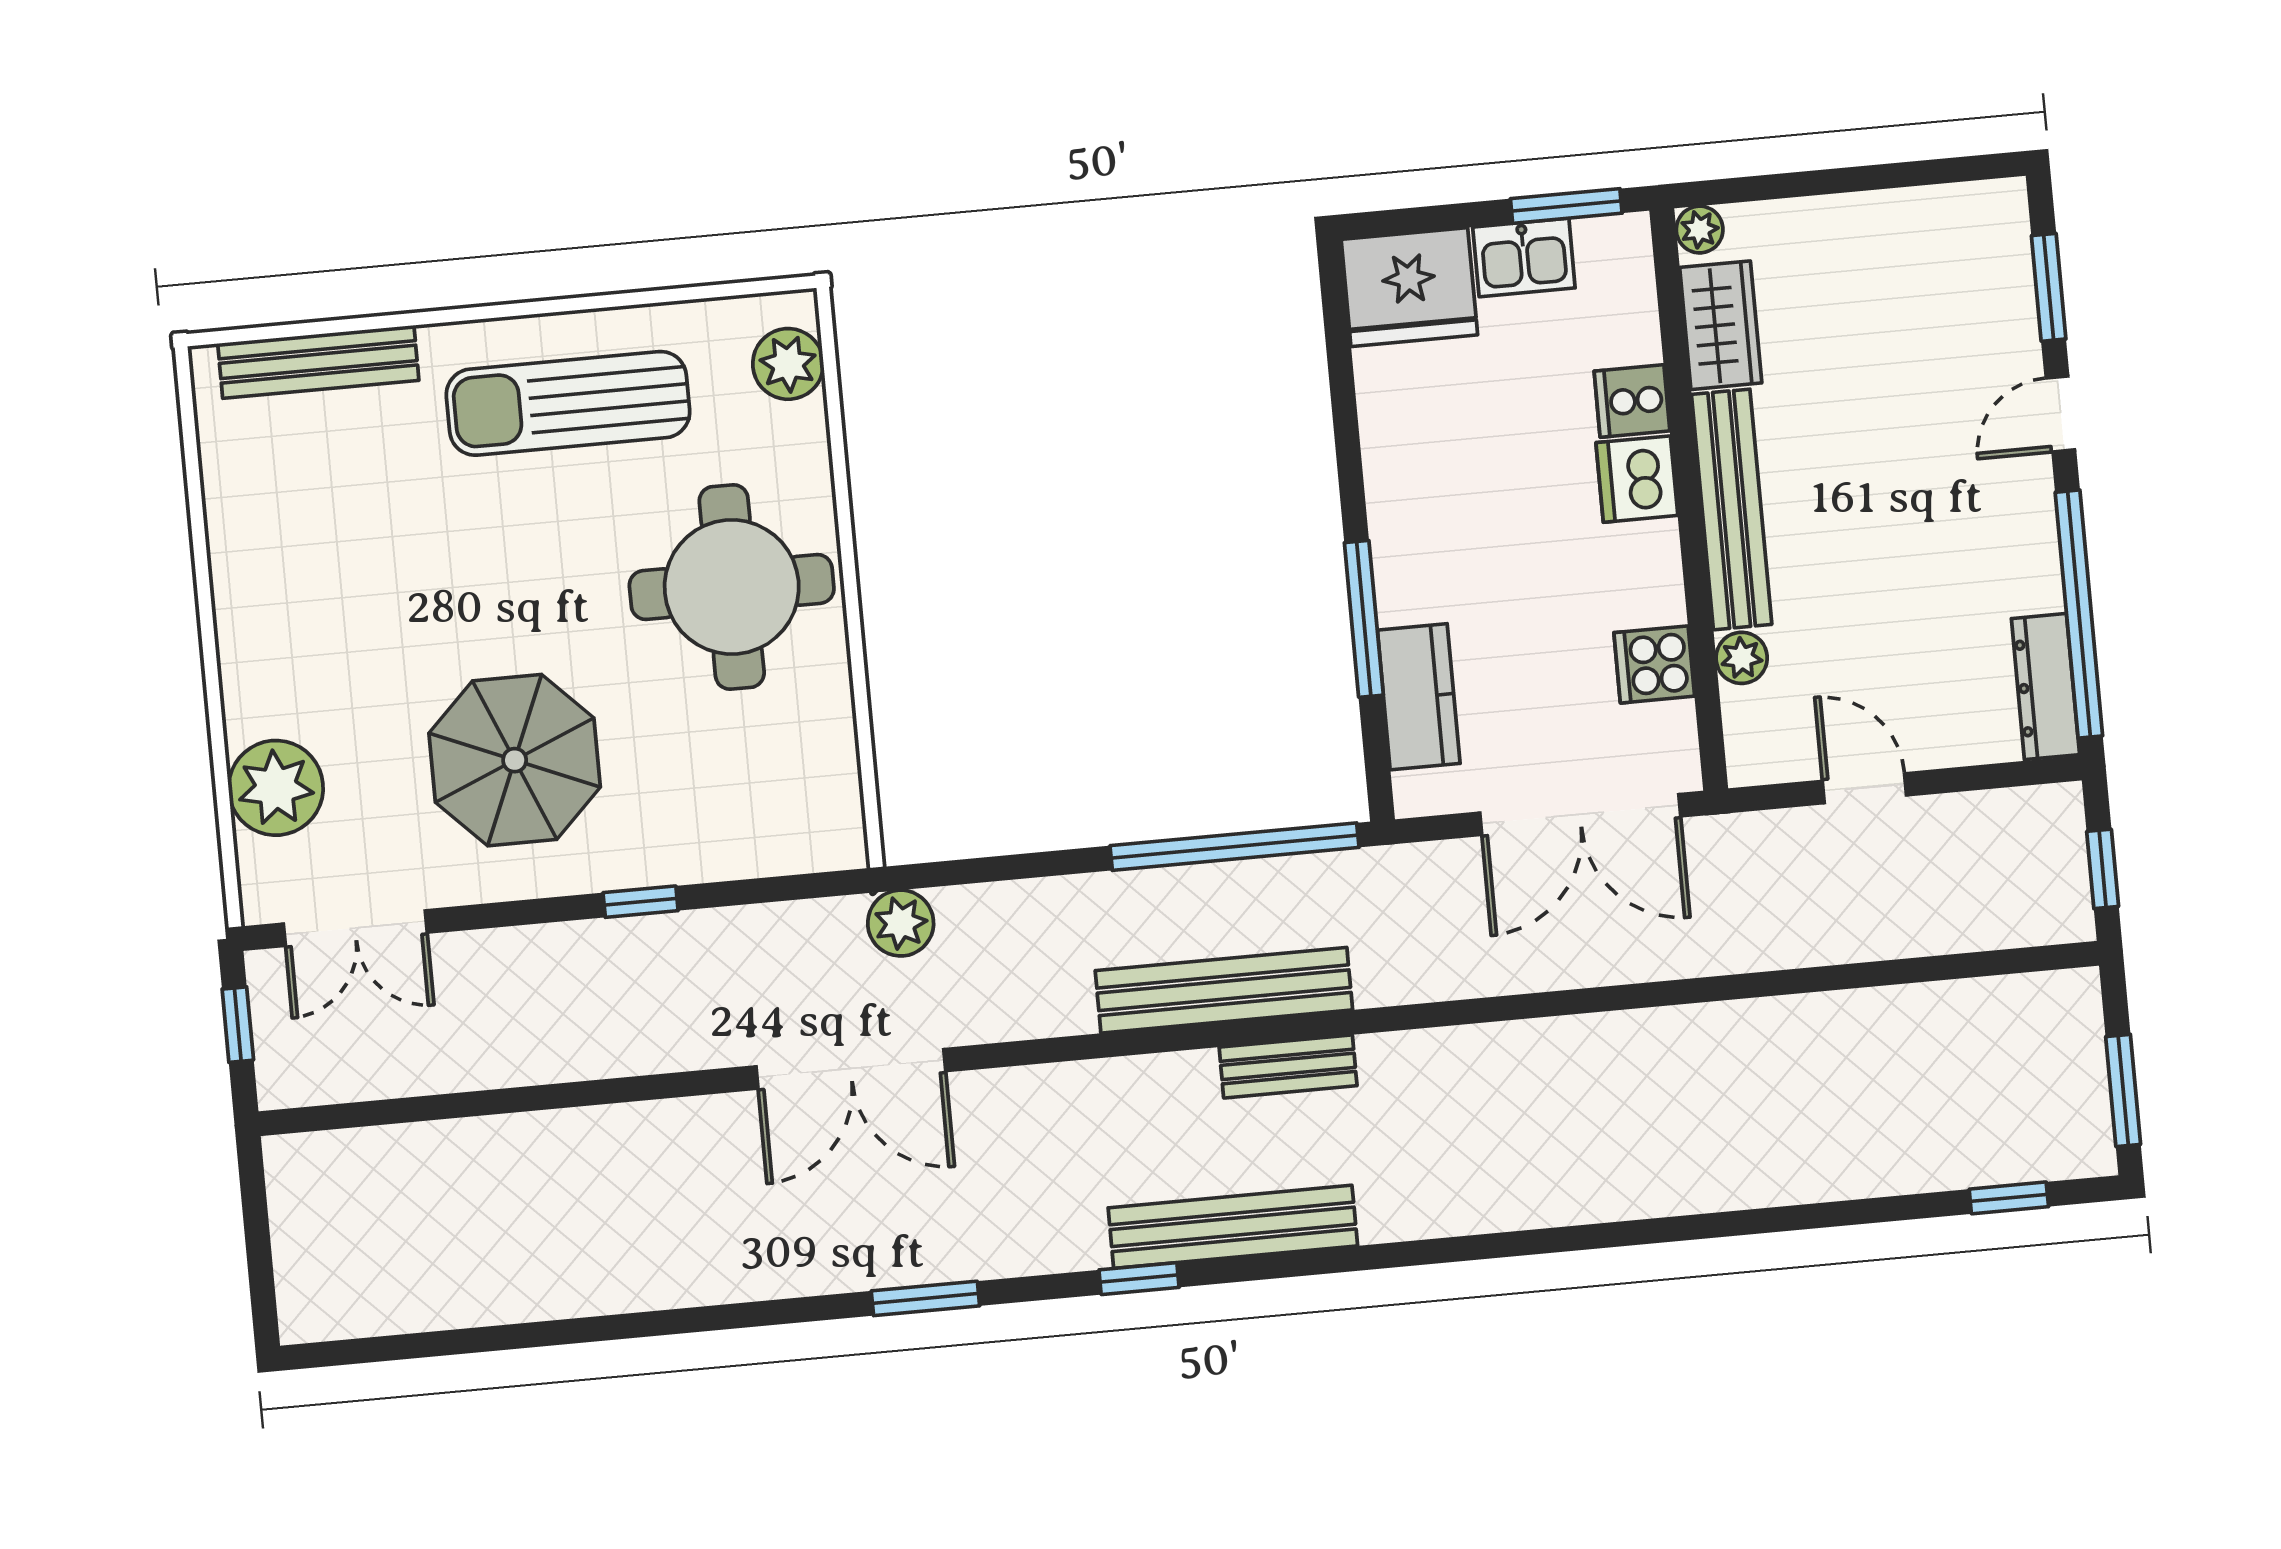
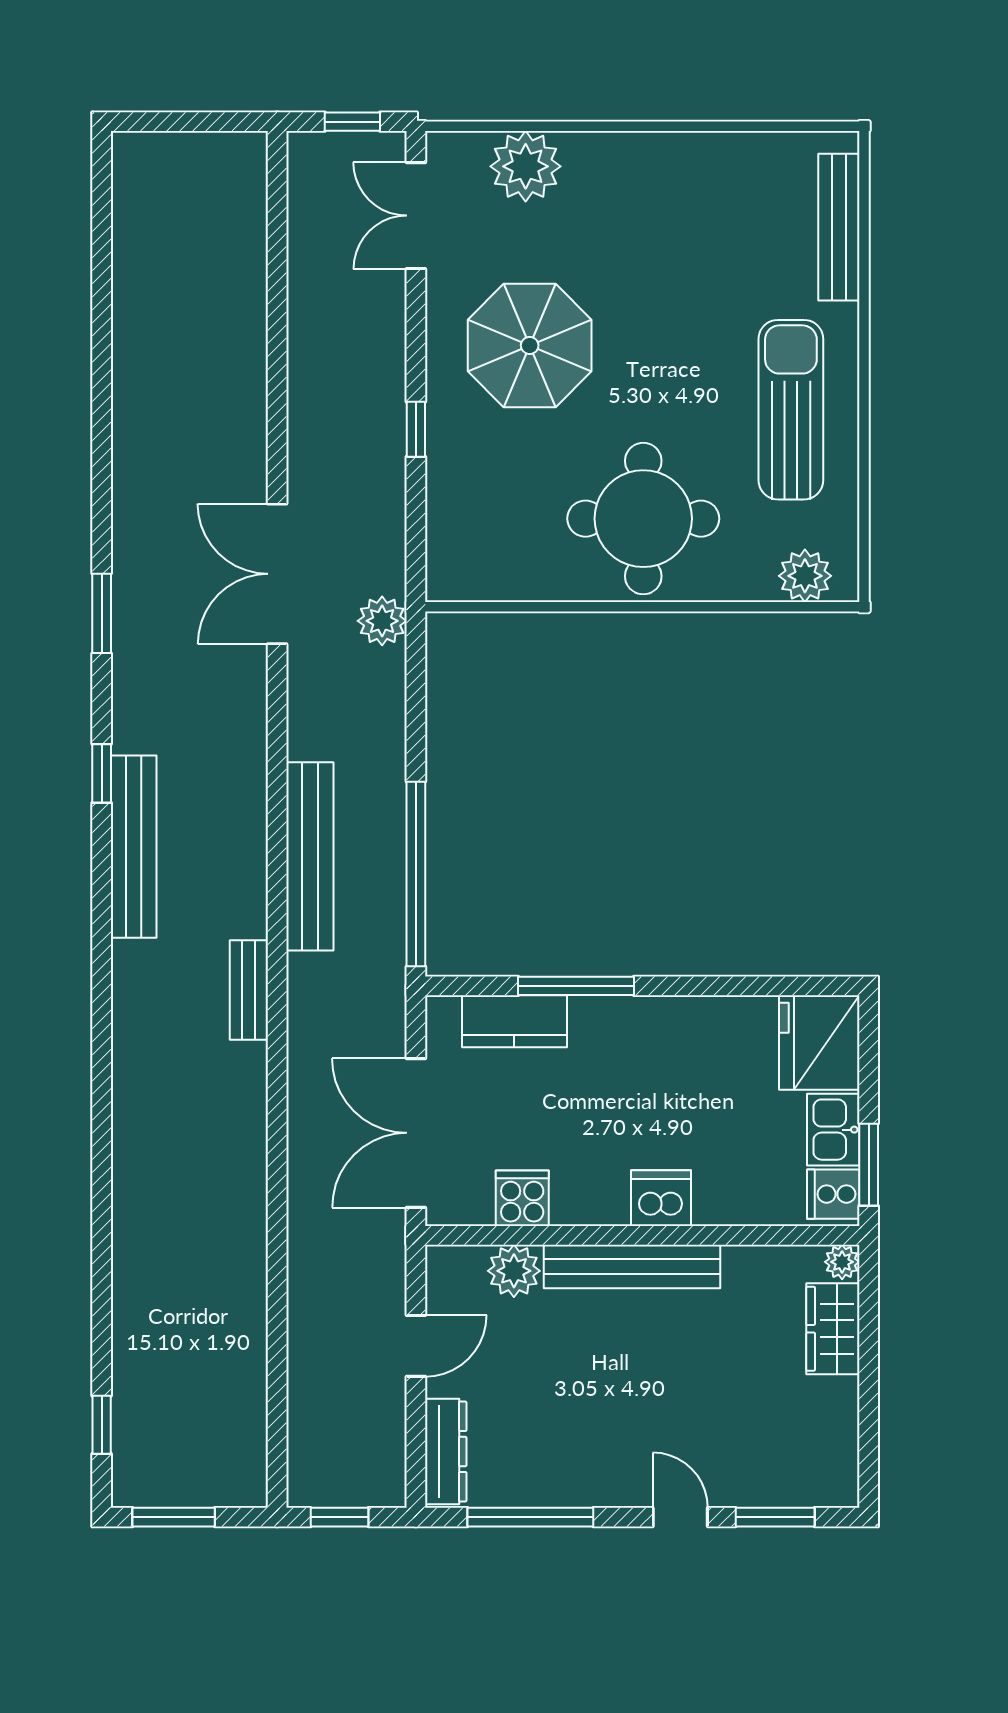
wardrobe: (1721, 325) -> (833, 1329), moved, turned 90
cooker: (1632, 401) -> (833, 1194), moved, turned -90
window: (2079, 614) -> (530, 1517), width x0.68
plant: (1742, 658) -> (514, 1271), width x1.38, depth x1.38
dresser: (2045, 687) -> (446, 1451), moved, turned 90
bench: (1288, 1066) -> (249, 990), moved

